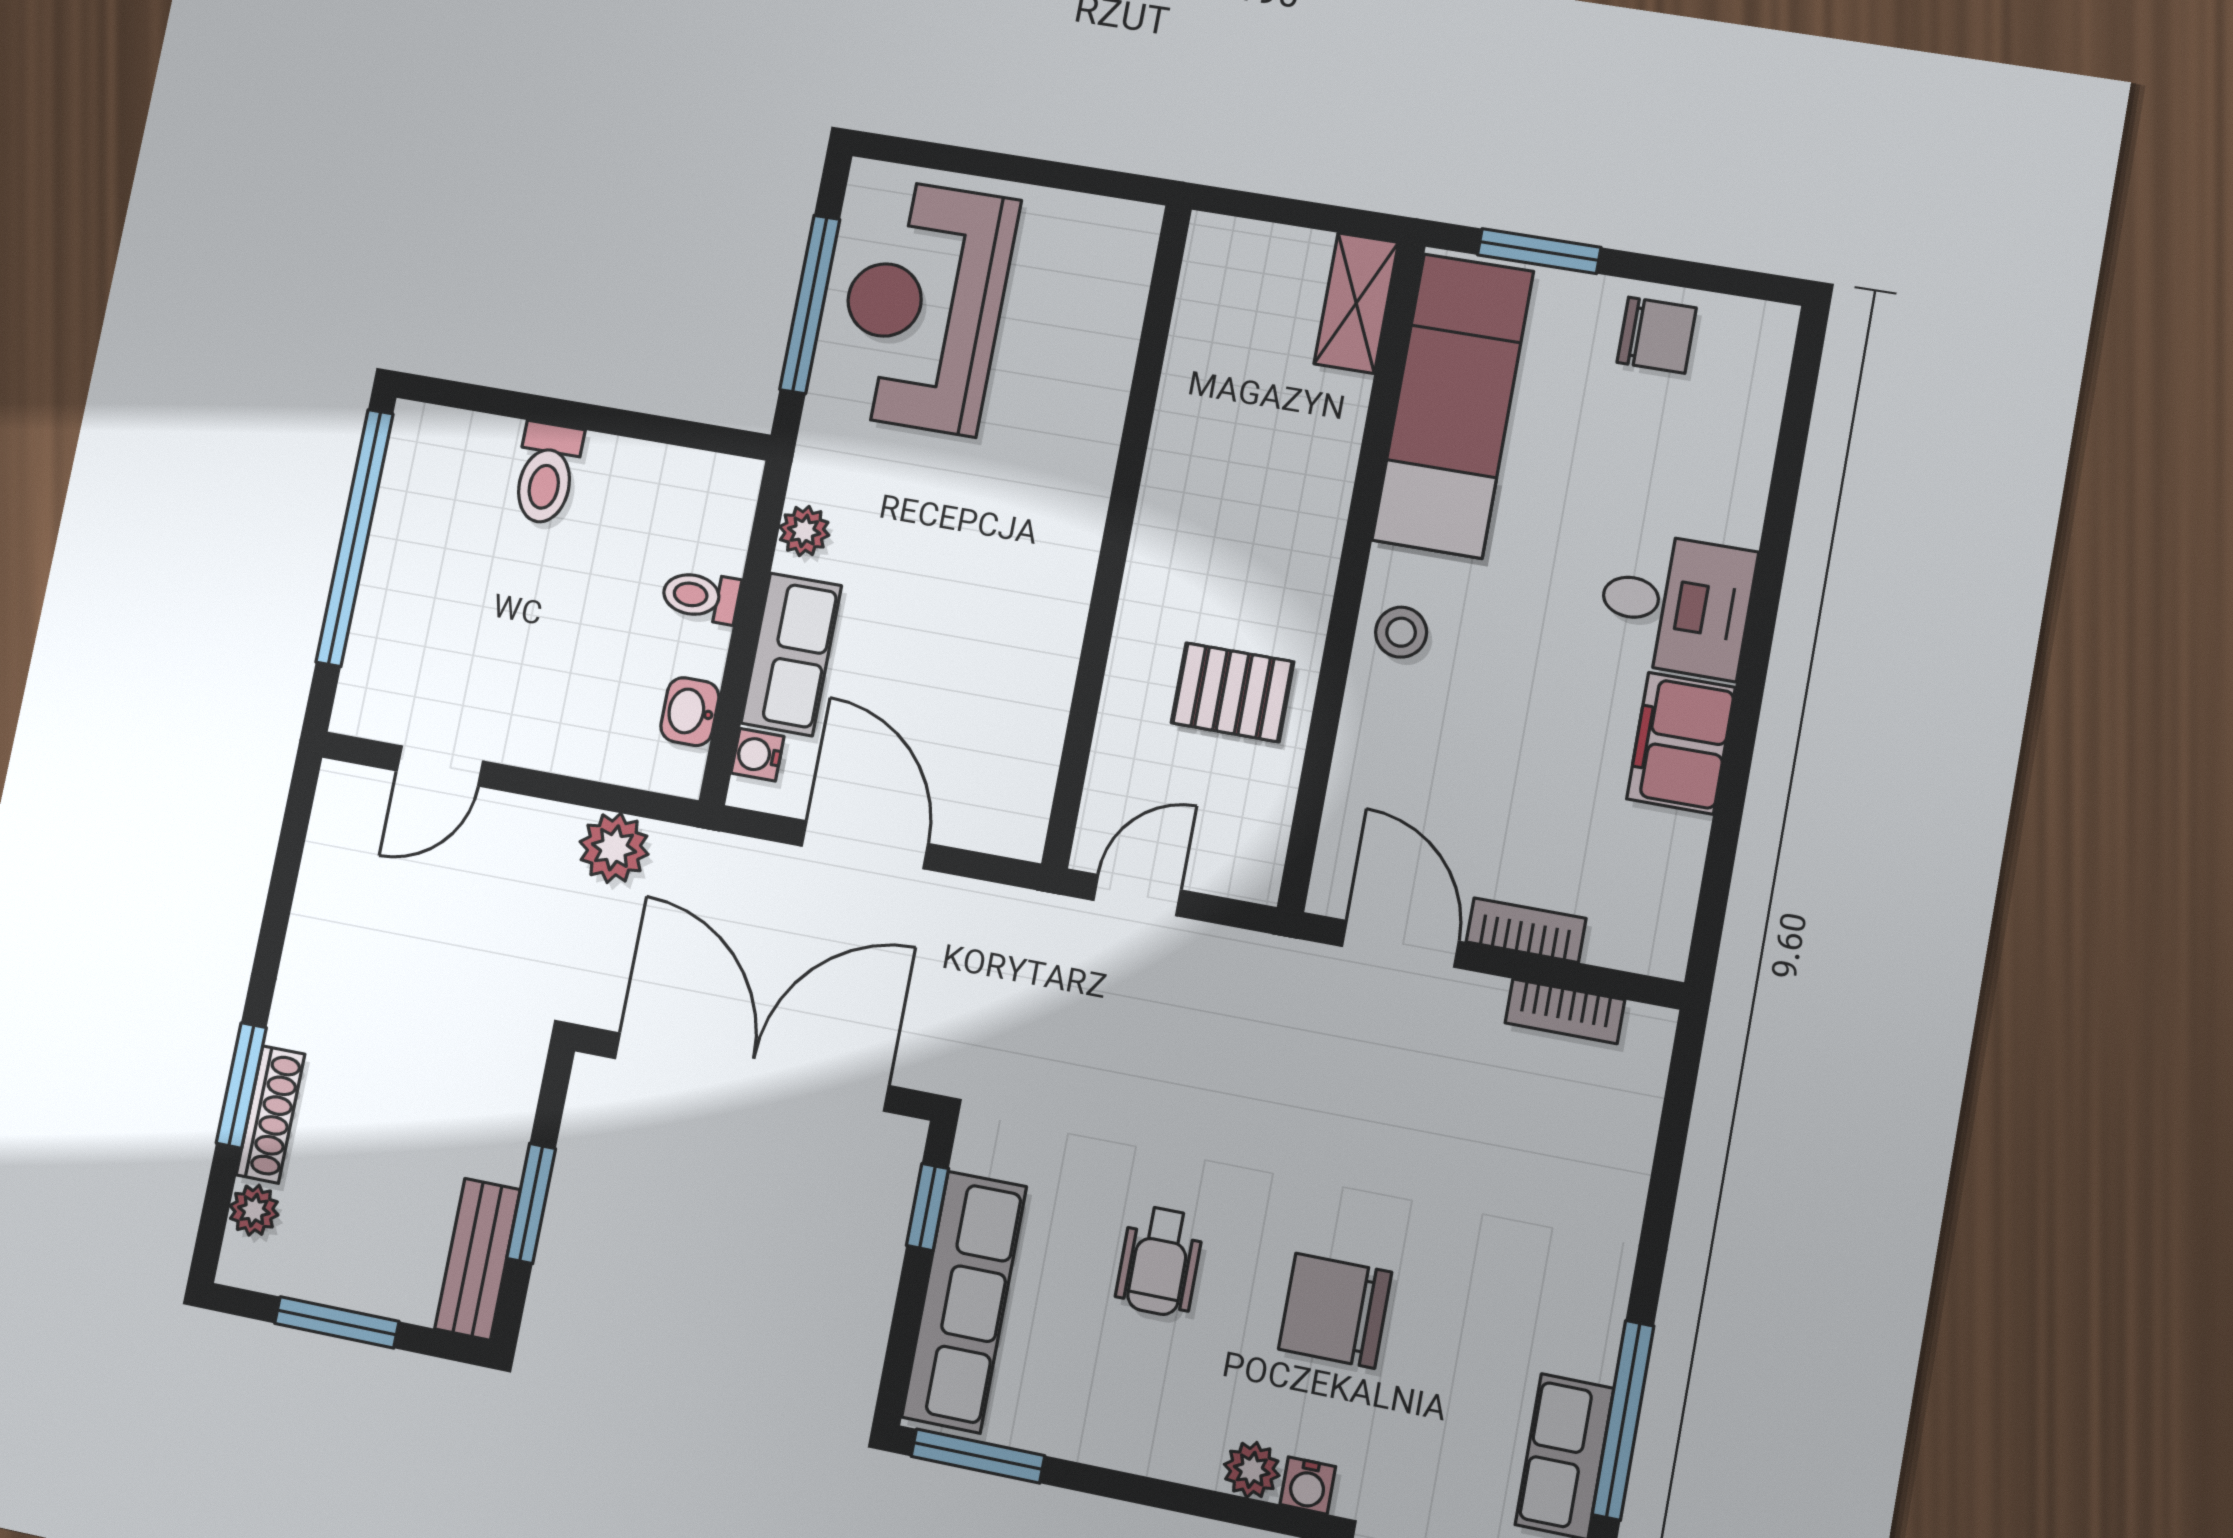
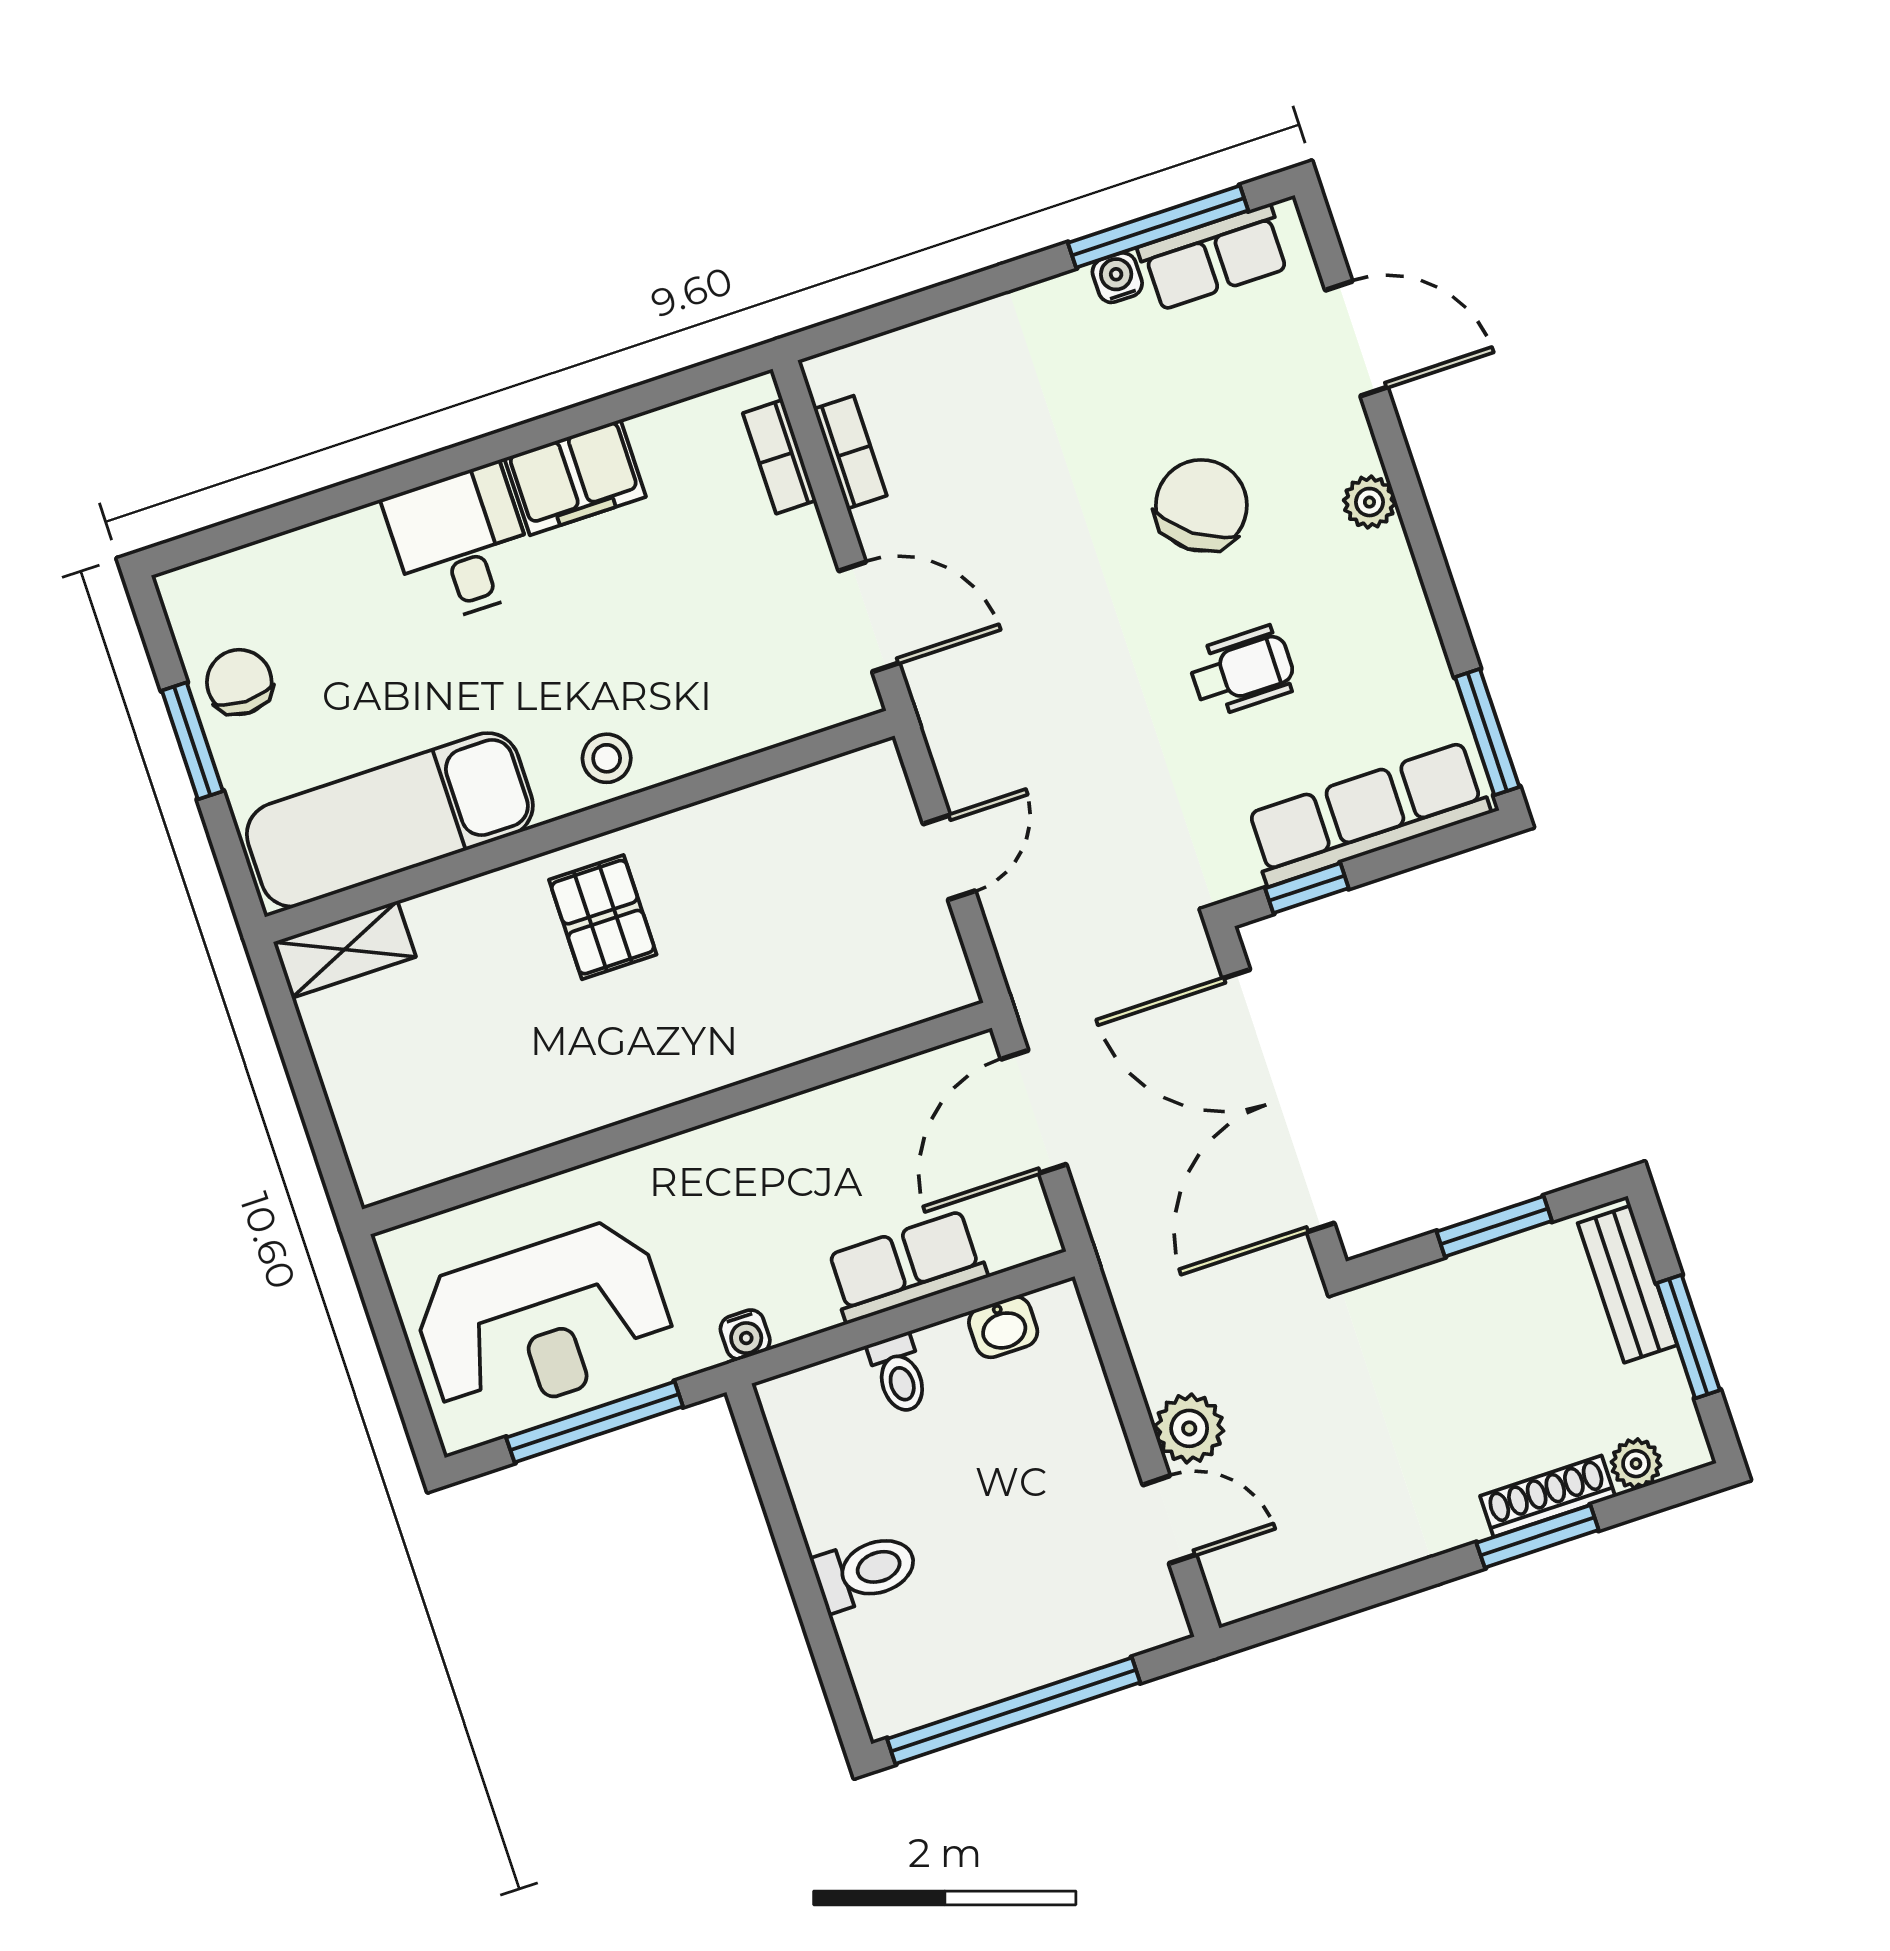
window: (1539, 251) -> (192, 741), moved
plant: (804, 531) -> (794, 1316), removed
wall: (1117, 534) -> (677, 1118), moved
pallet: (1232, 692) -> (603, 917), moved
water cooler: (758, 755) -> (745, 1335), moved
plant: (614, 848) -> (1189, 1428), moved
door: (1137, 895) -> (949, 857), swing flipped
bookcase: (1526, 930) -> (780, 457), moved
door: (1400, 944) -> (869, 617), swing flipped
bench: (477, 1259) -> (1627, 1284), moved, turned 90
chair: (1335, 1311) -> (1201, 505), turned -144
water cooler: (1308, 1486) -> (1117, 278), moved, turned -90

